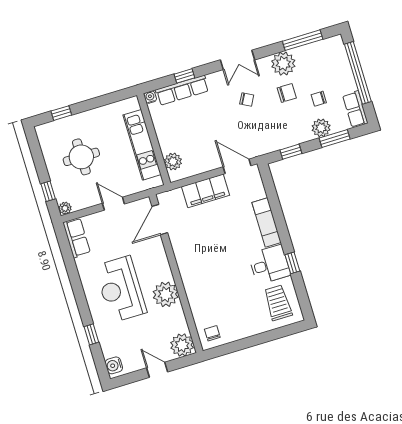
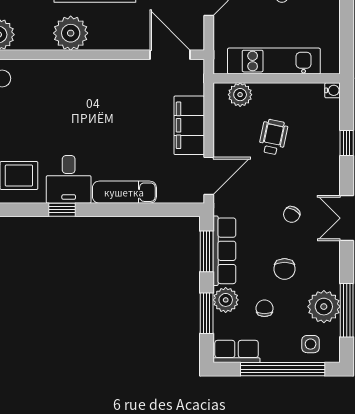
side table: (334, 59) -> (311, 344), added
plant: (283, 64) -> (324, 307), moved
row of seats: (182, 90) -> (224, 251), moved, turned 180
wheelchair: (196, 129) -> (273, 137), added
window: (291, 152) -> (207, 251), width x1.50

